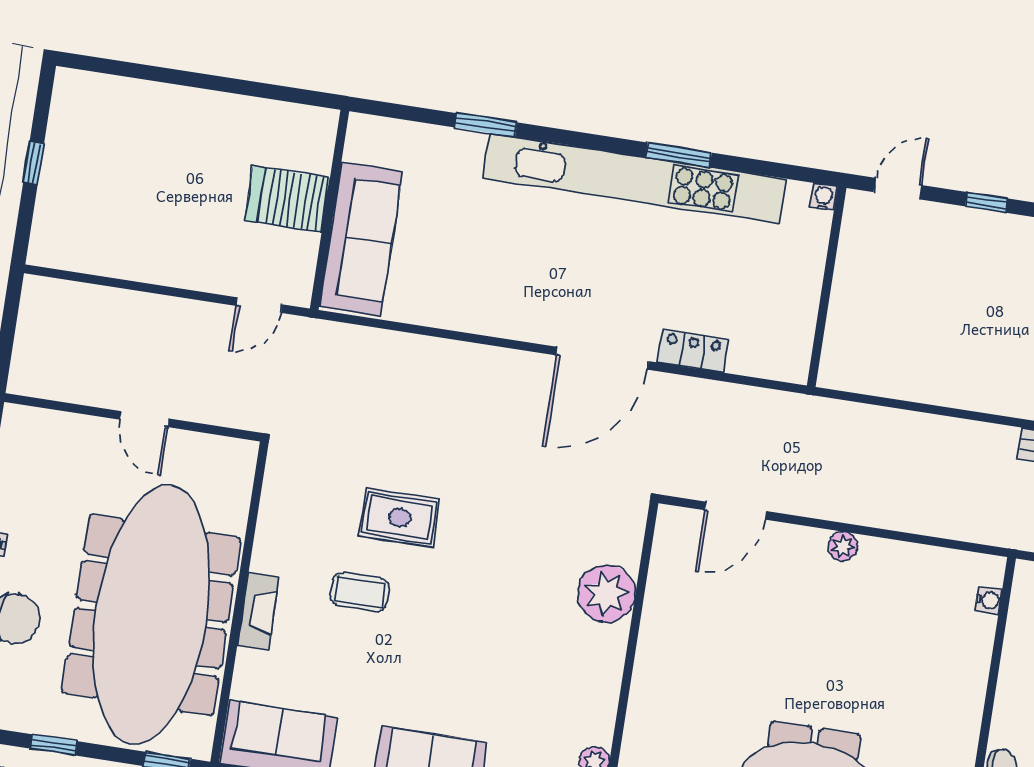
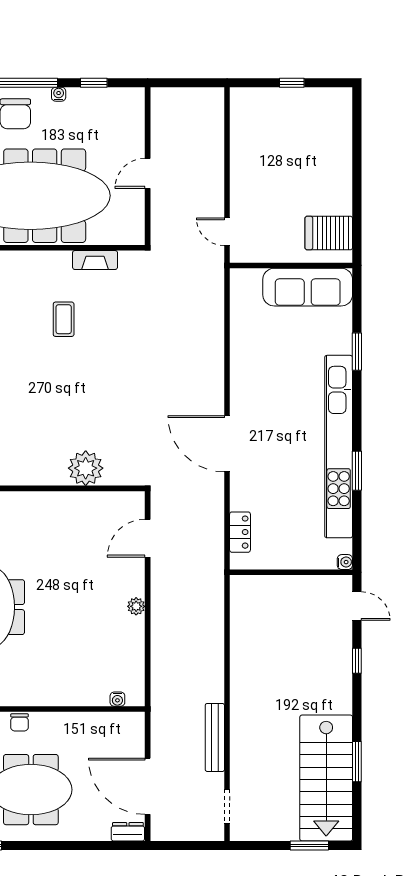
server rack: (288, 199) -> (329, 233), moved, turned -90
sofa: (361, 239) -> (308, 287), moved
locker: (693, 351) -> (240, 532), moved
door: (736, 511) -> (148, 538), hinge flipped
rug: (399, 518) -> (112, 336), removed
fireplace: (258, 611) -> (95, 260), moved

